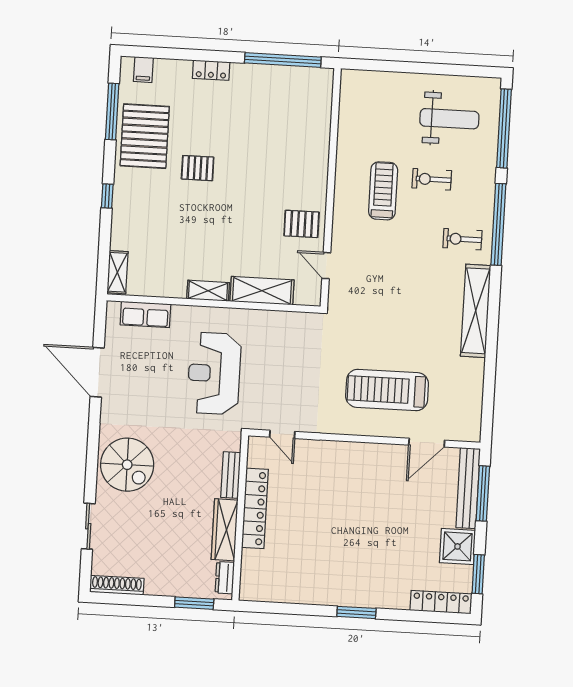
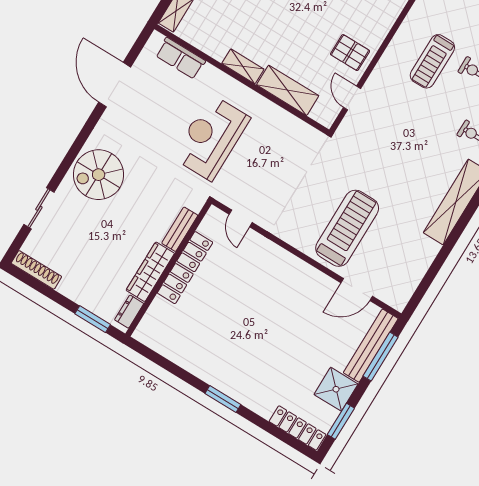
treadmill: (383, 191) -> (432, 61), turned 180
treadmill: (387, 390) -> (347, 228), turned 90
spiral stairs: (127, 465) -> (99, 175), turned 90

